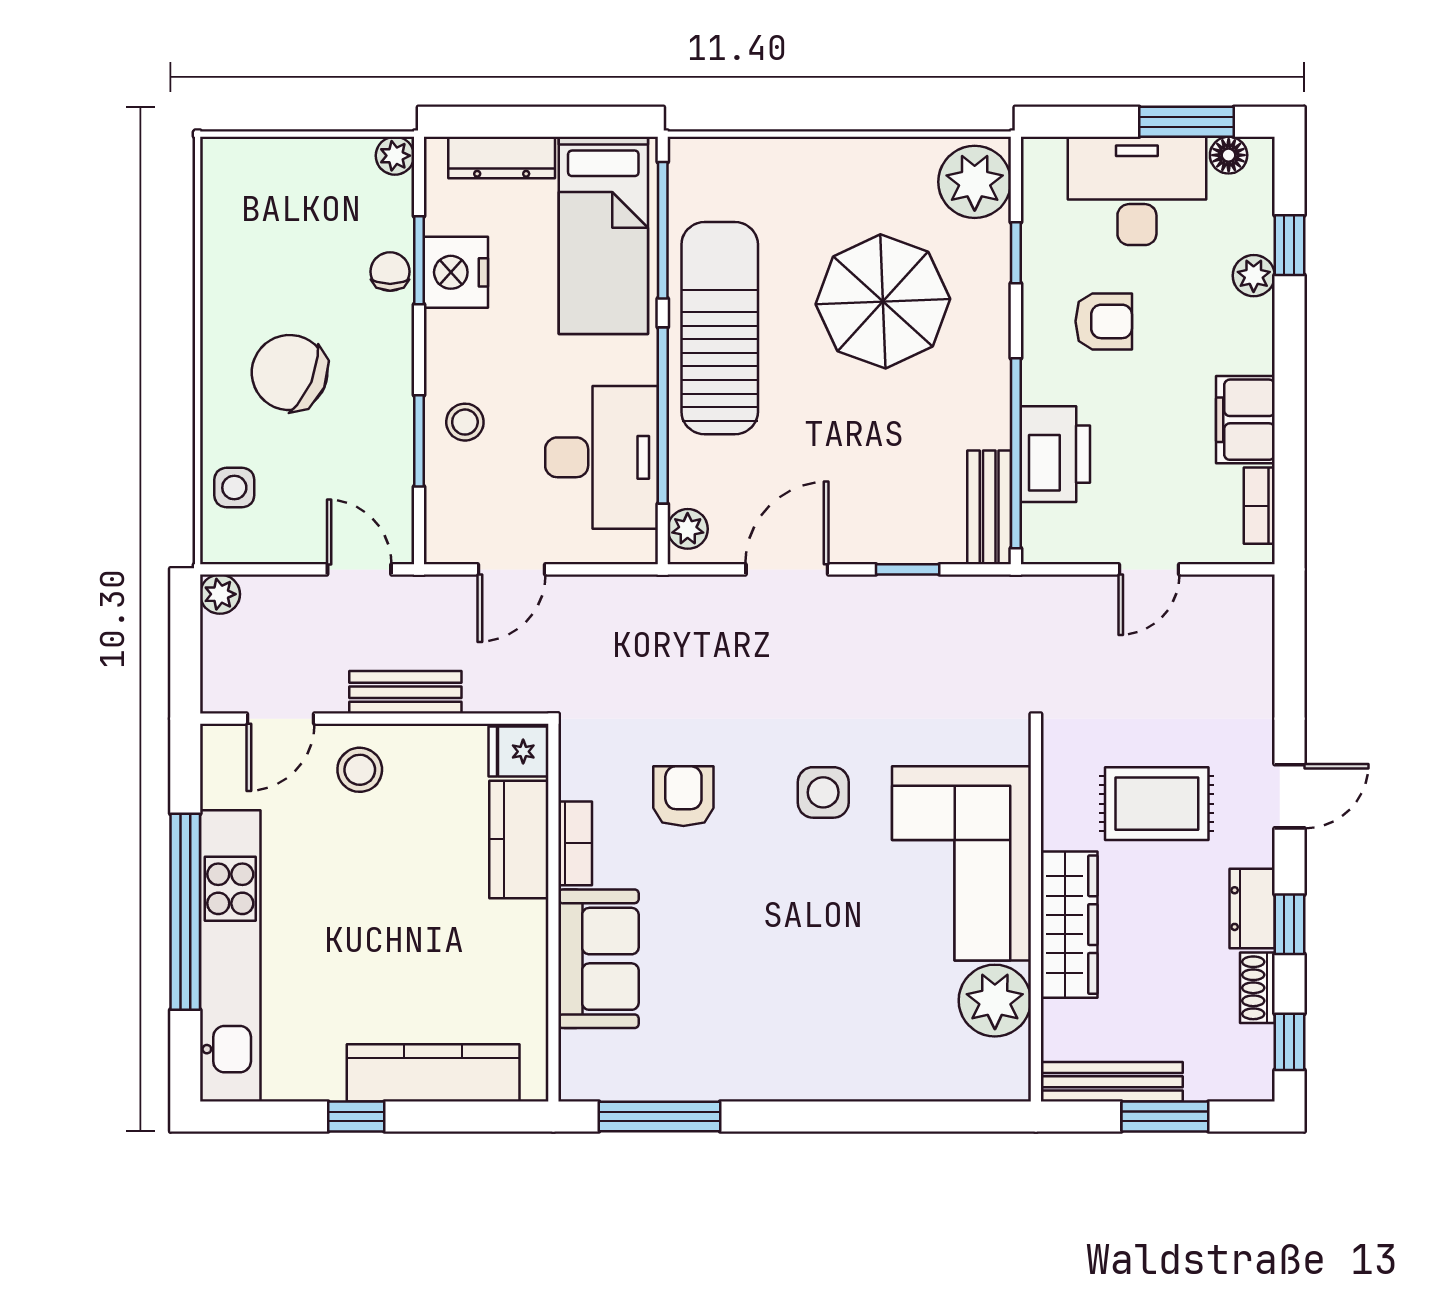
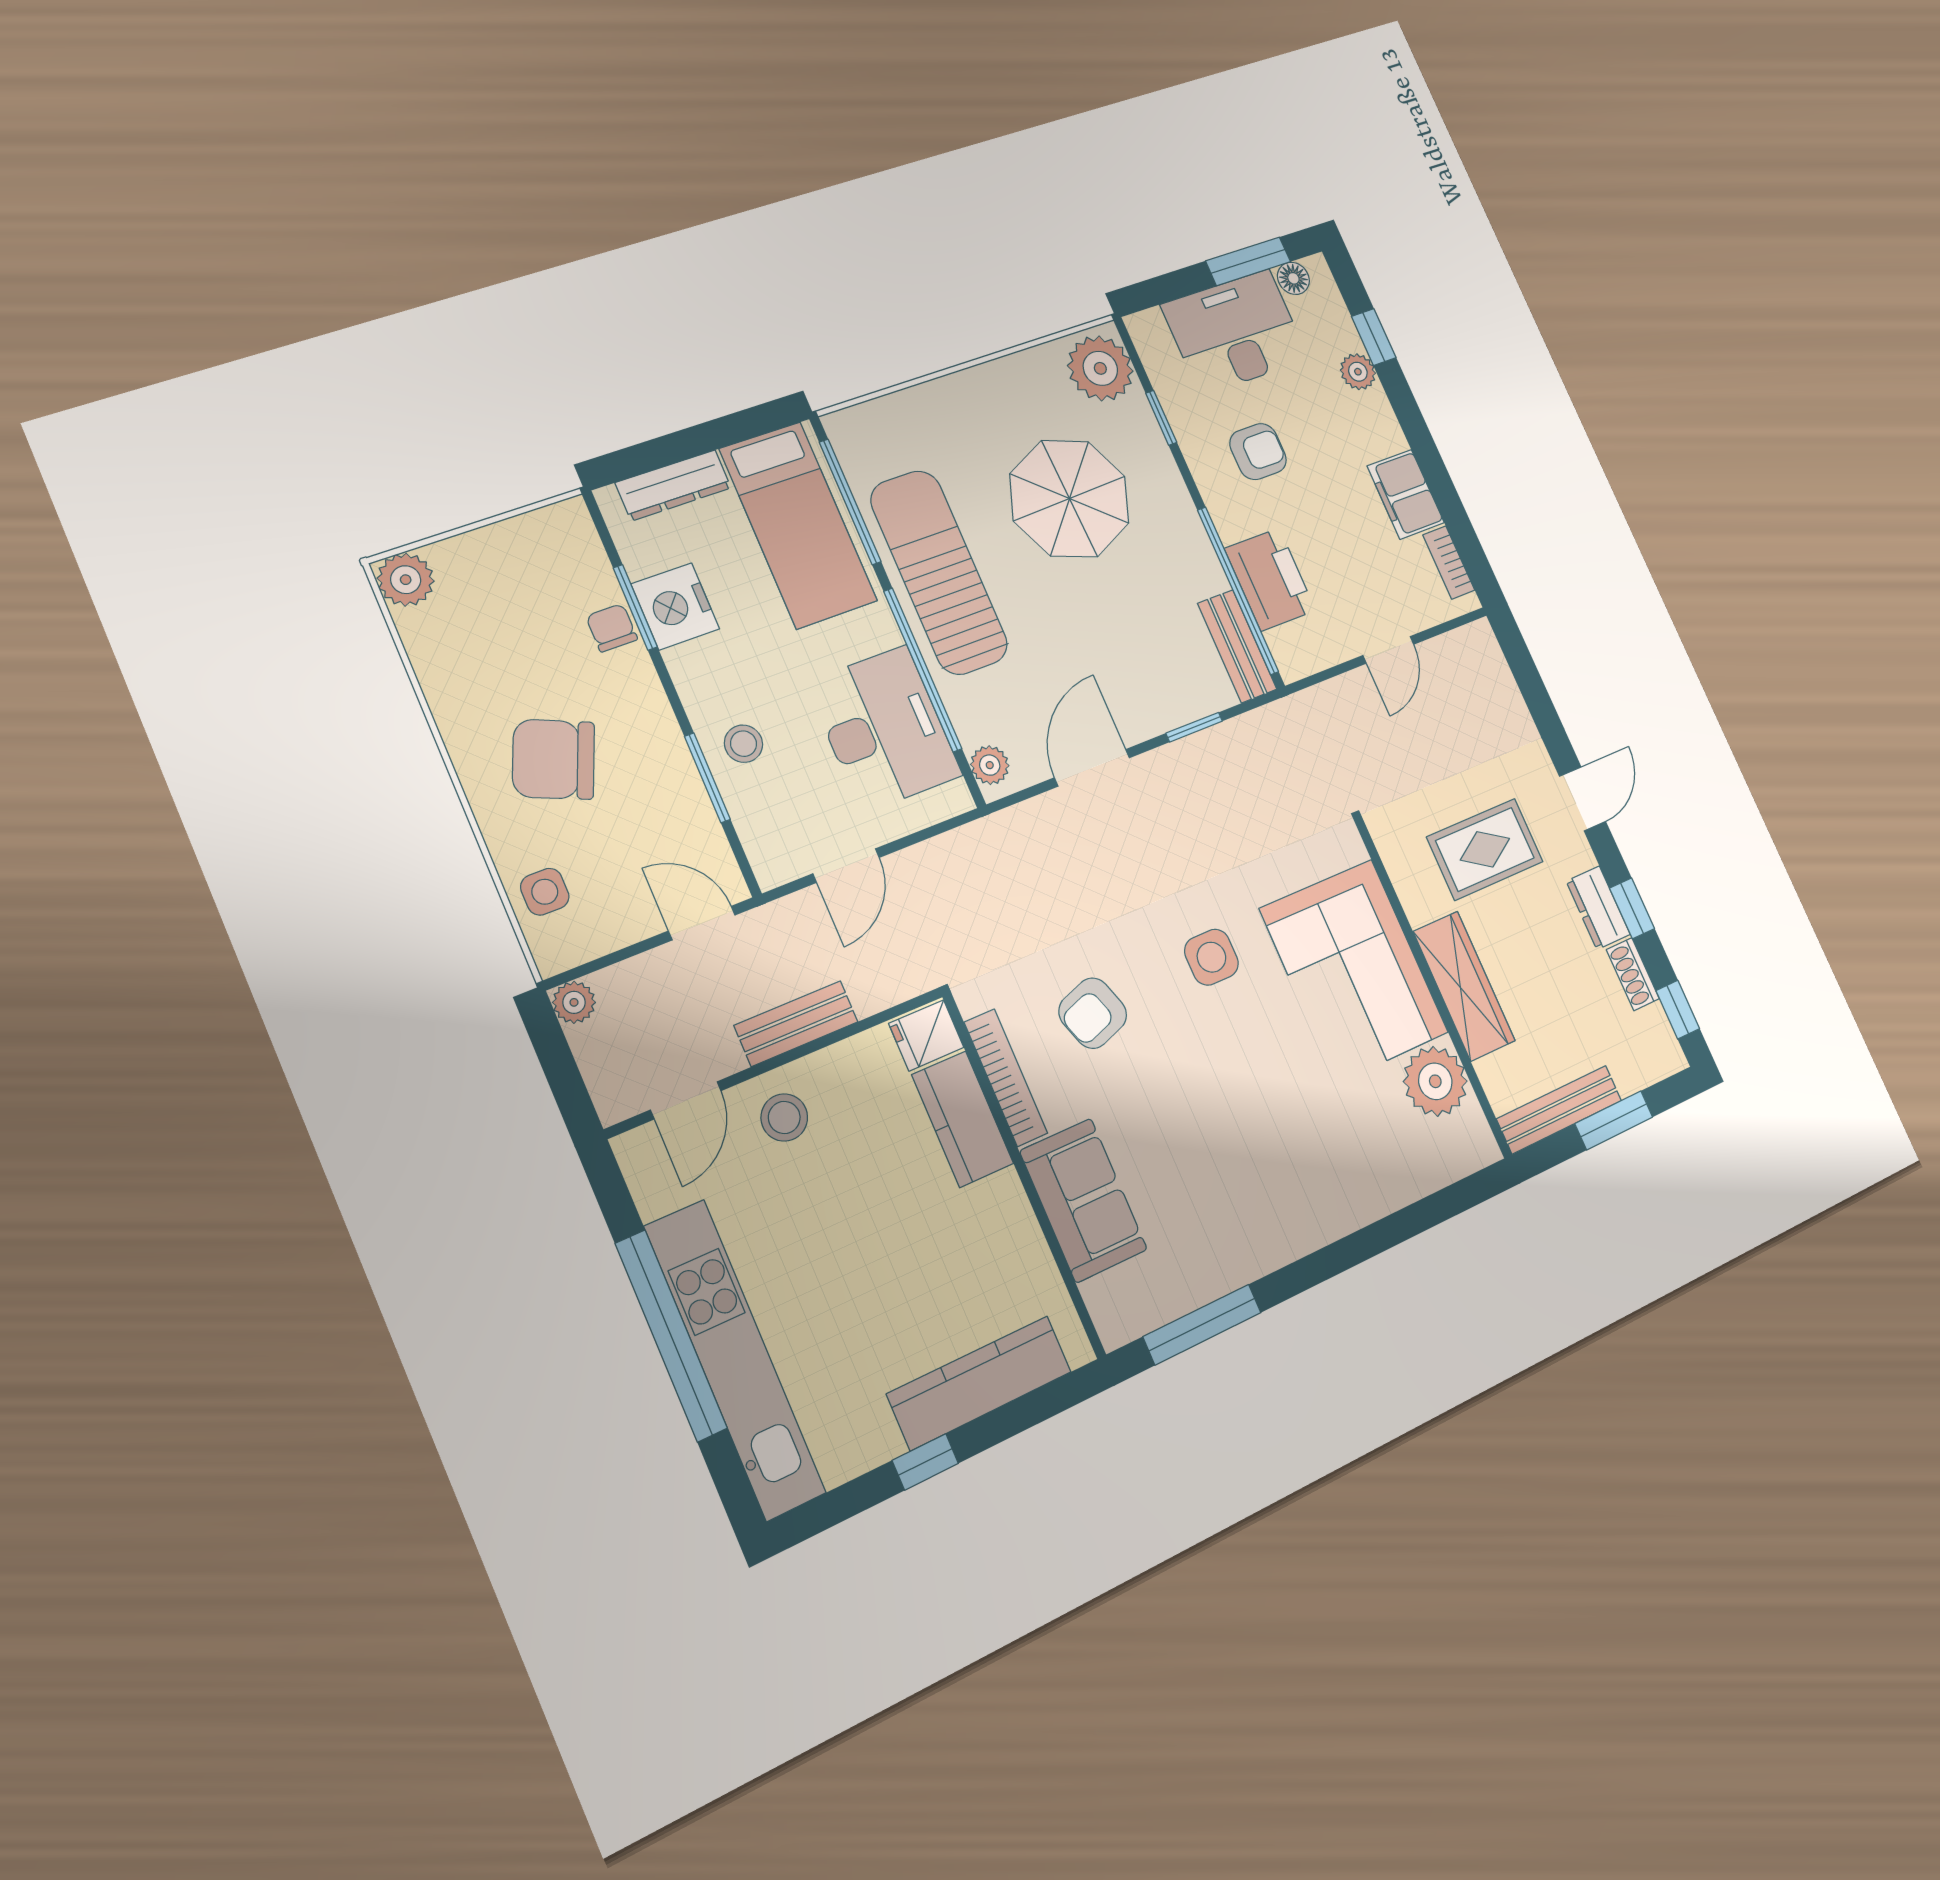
plant: (395, 156) -> (406, 580), moved, width x1.38, depth x1.38
armchair: (683, 796) -> (1093, 1013), turned -109
bookcase: (575, 843) -> (1006, 1078), width x1.56

